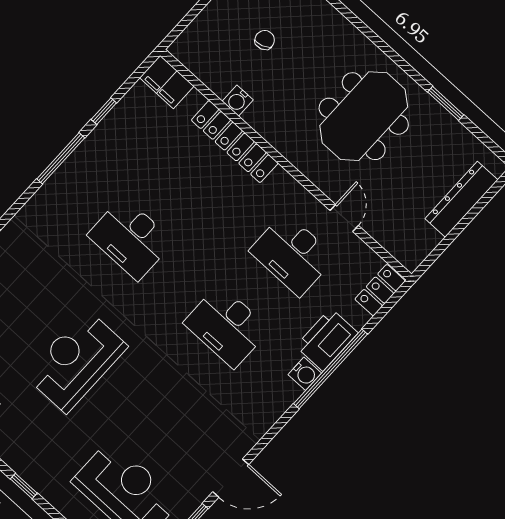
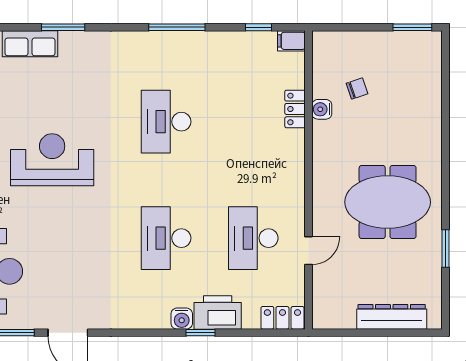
chair: (265, 40) -> (357, 88), moved
filing cabinet: (167, 82) -> (291, 41), width x0.50
window: (104, 111) -> (258, 27), moved
locker: (235, 142) -> (295, 109), width x0.46, depth x0.83
window: (331, 369) -> (200, 333), width x0.32

